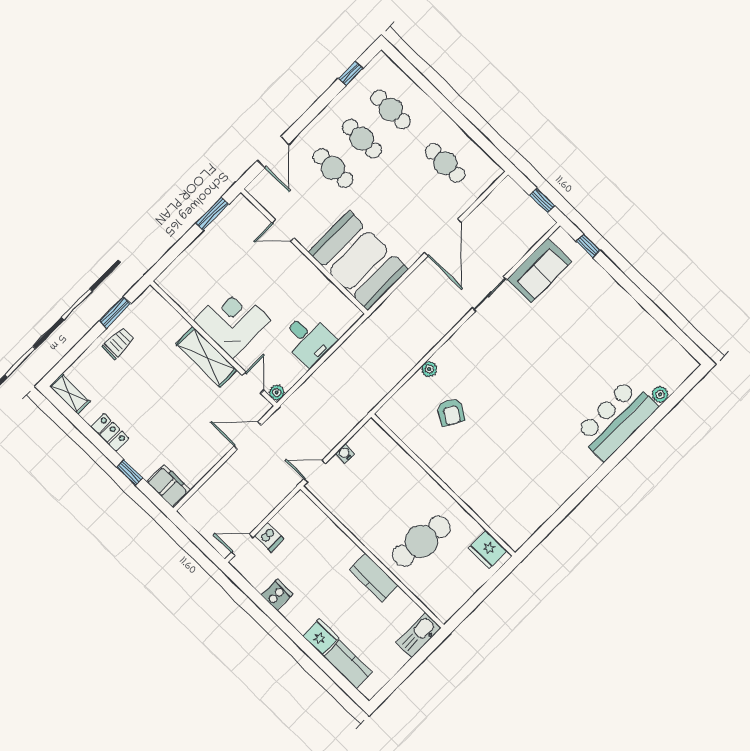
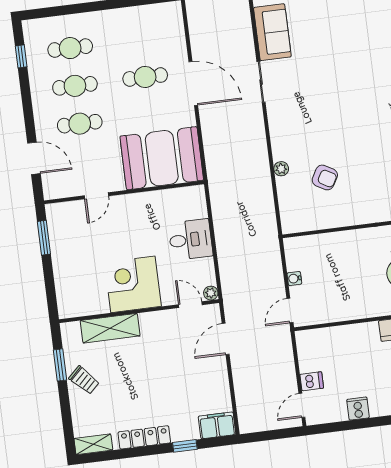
cafe table: (445, 163) -> (145, 77), moved
trolley: (118, 343) -> (84, 380), turned 136
shelving: (207, 357) -> (110, 328), moved
locker: (110, 432) -> (144, 437), width x1.53

